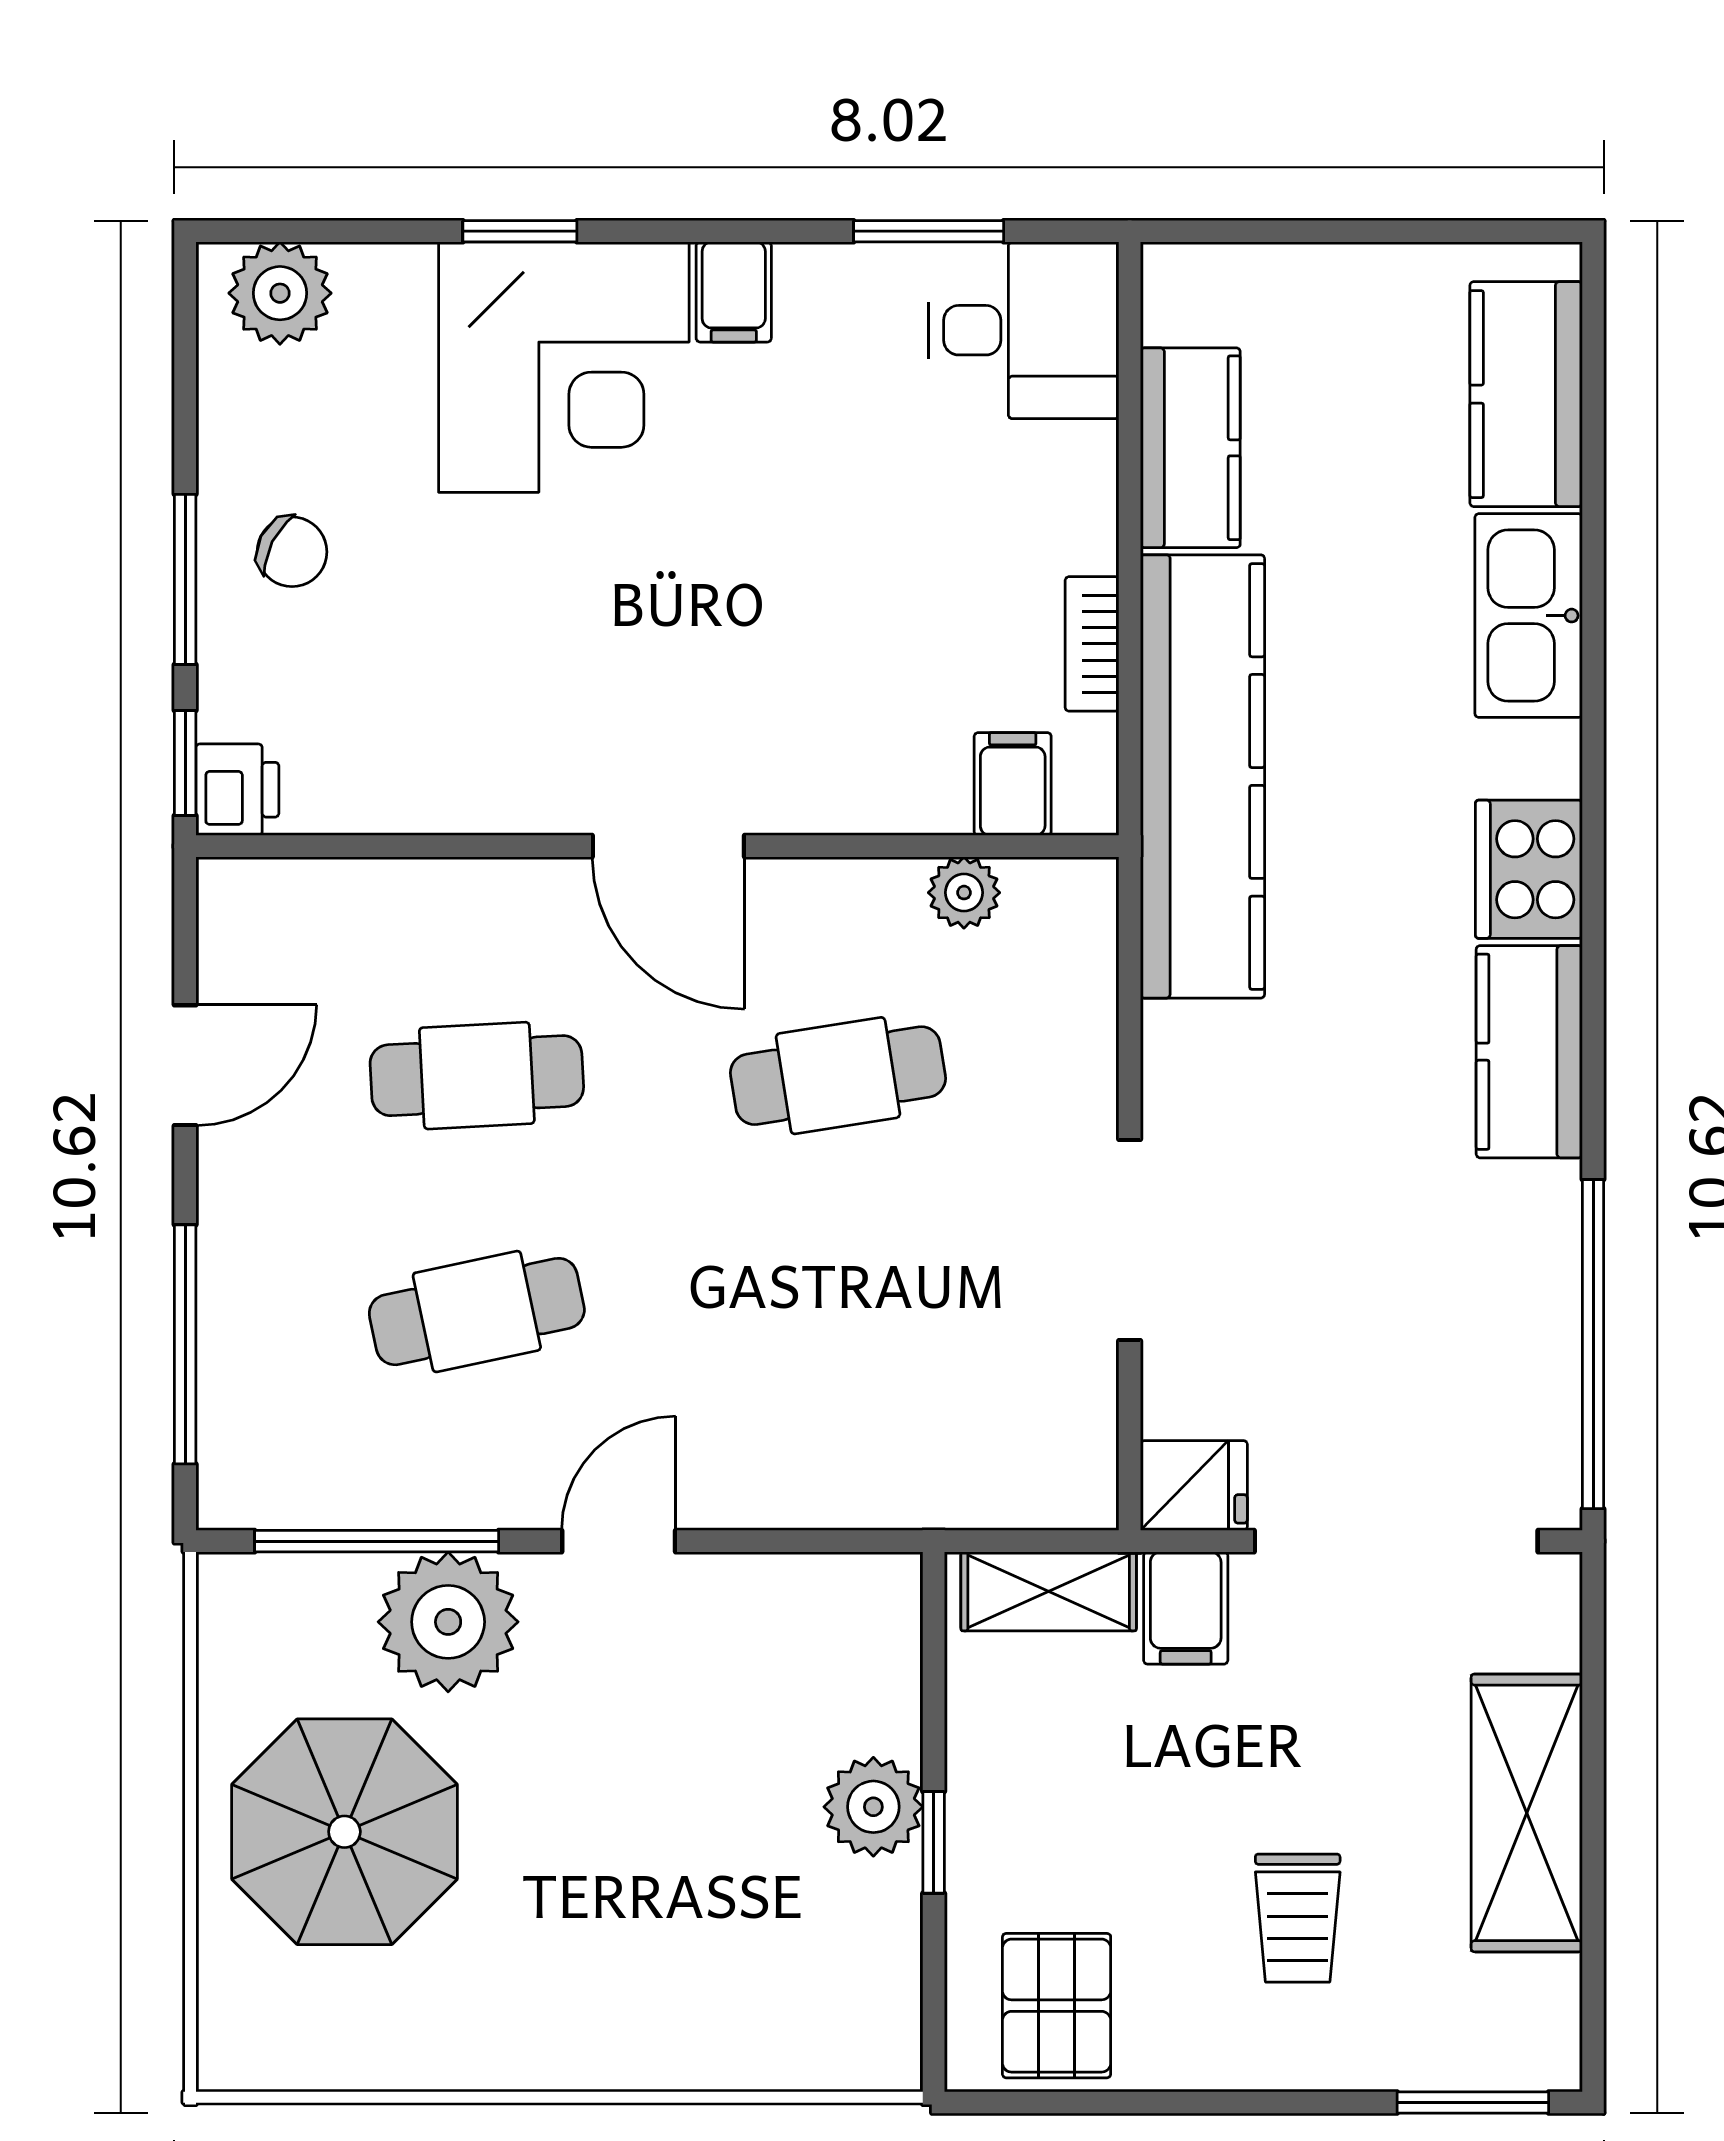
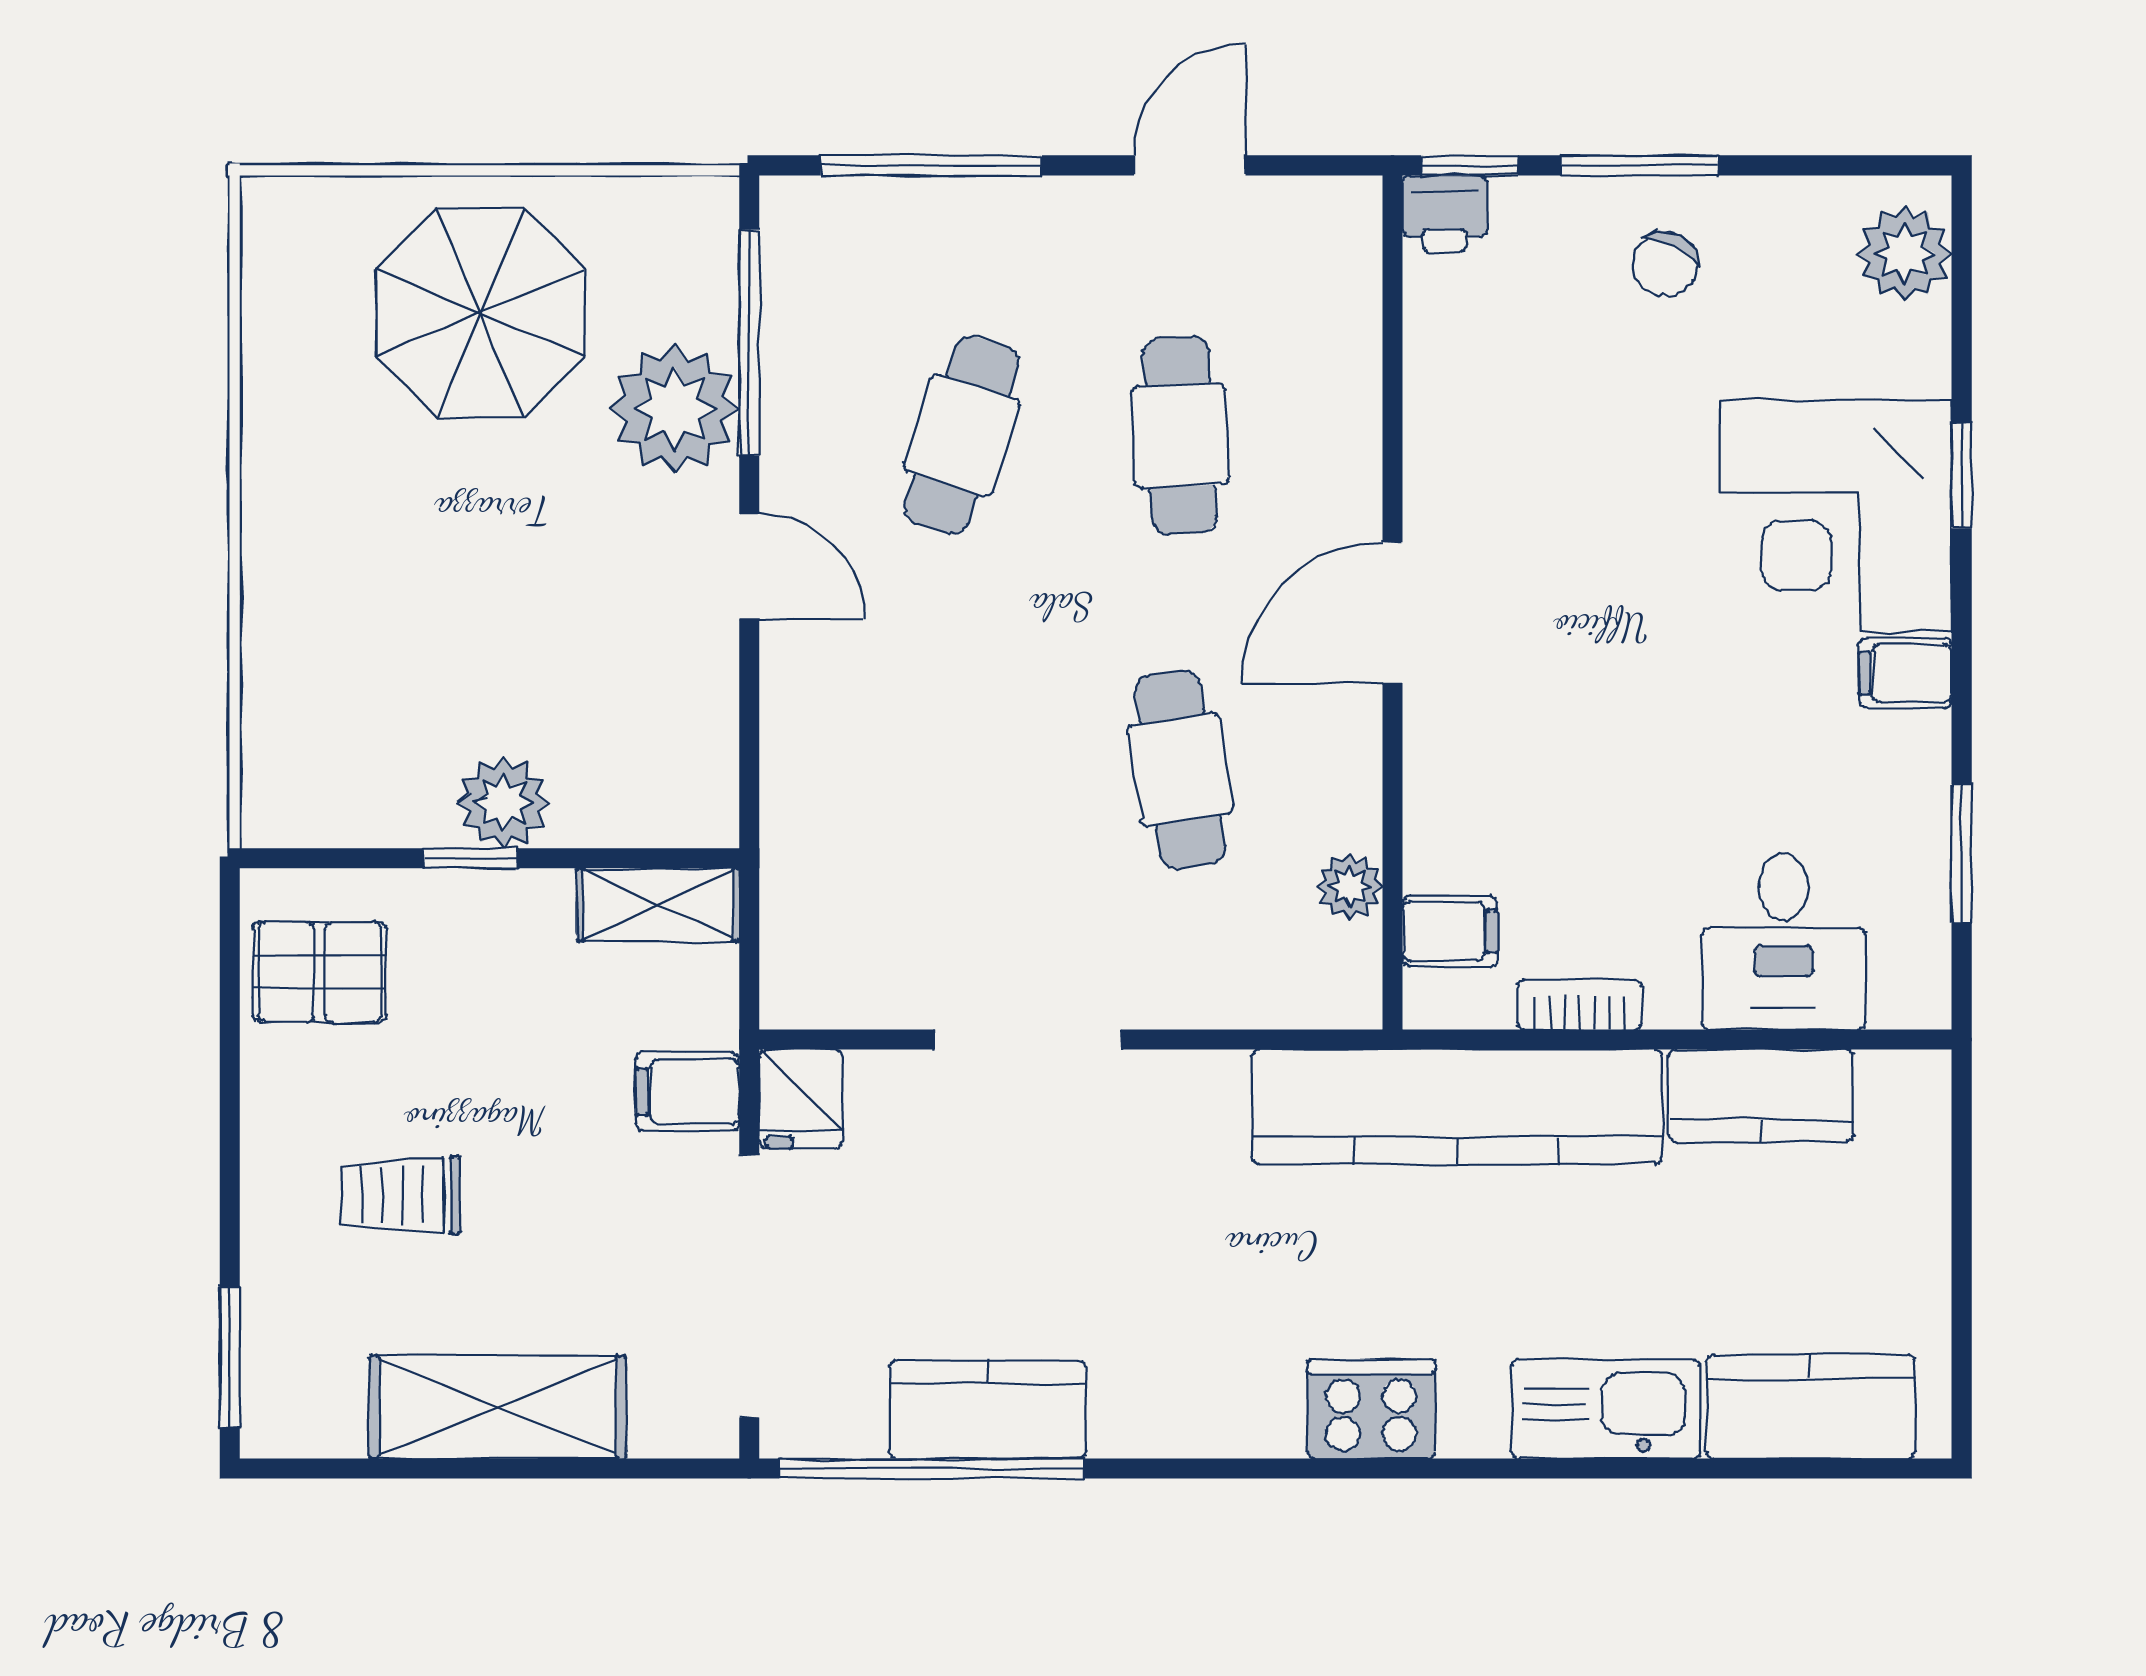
desk: (1024, 330) -> (1784, 942), moved
kitchen counter: (1529, 1052) -> (988, 1409), moved
door: (185, 1065) -> (1190, 165), swing flipped
cafe table: (477, 1312) -> (962, 435), turned 30
shelving: (1049, 1591) -> (658, 905), moved, turned 90

